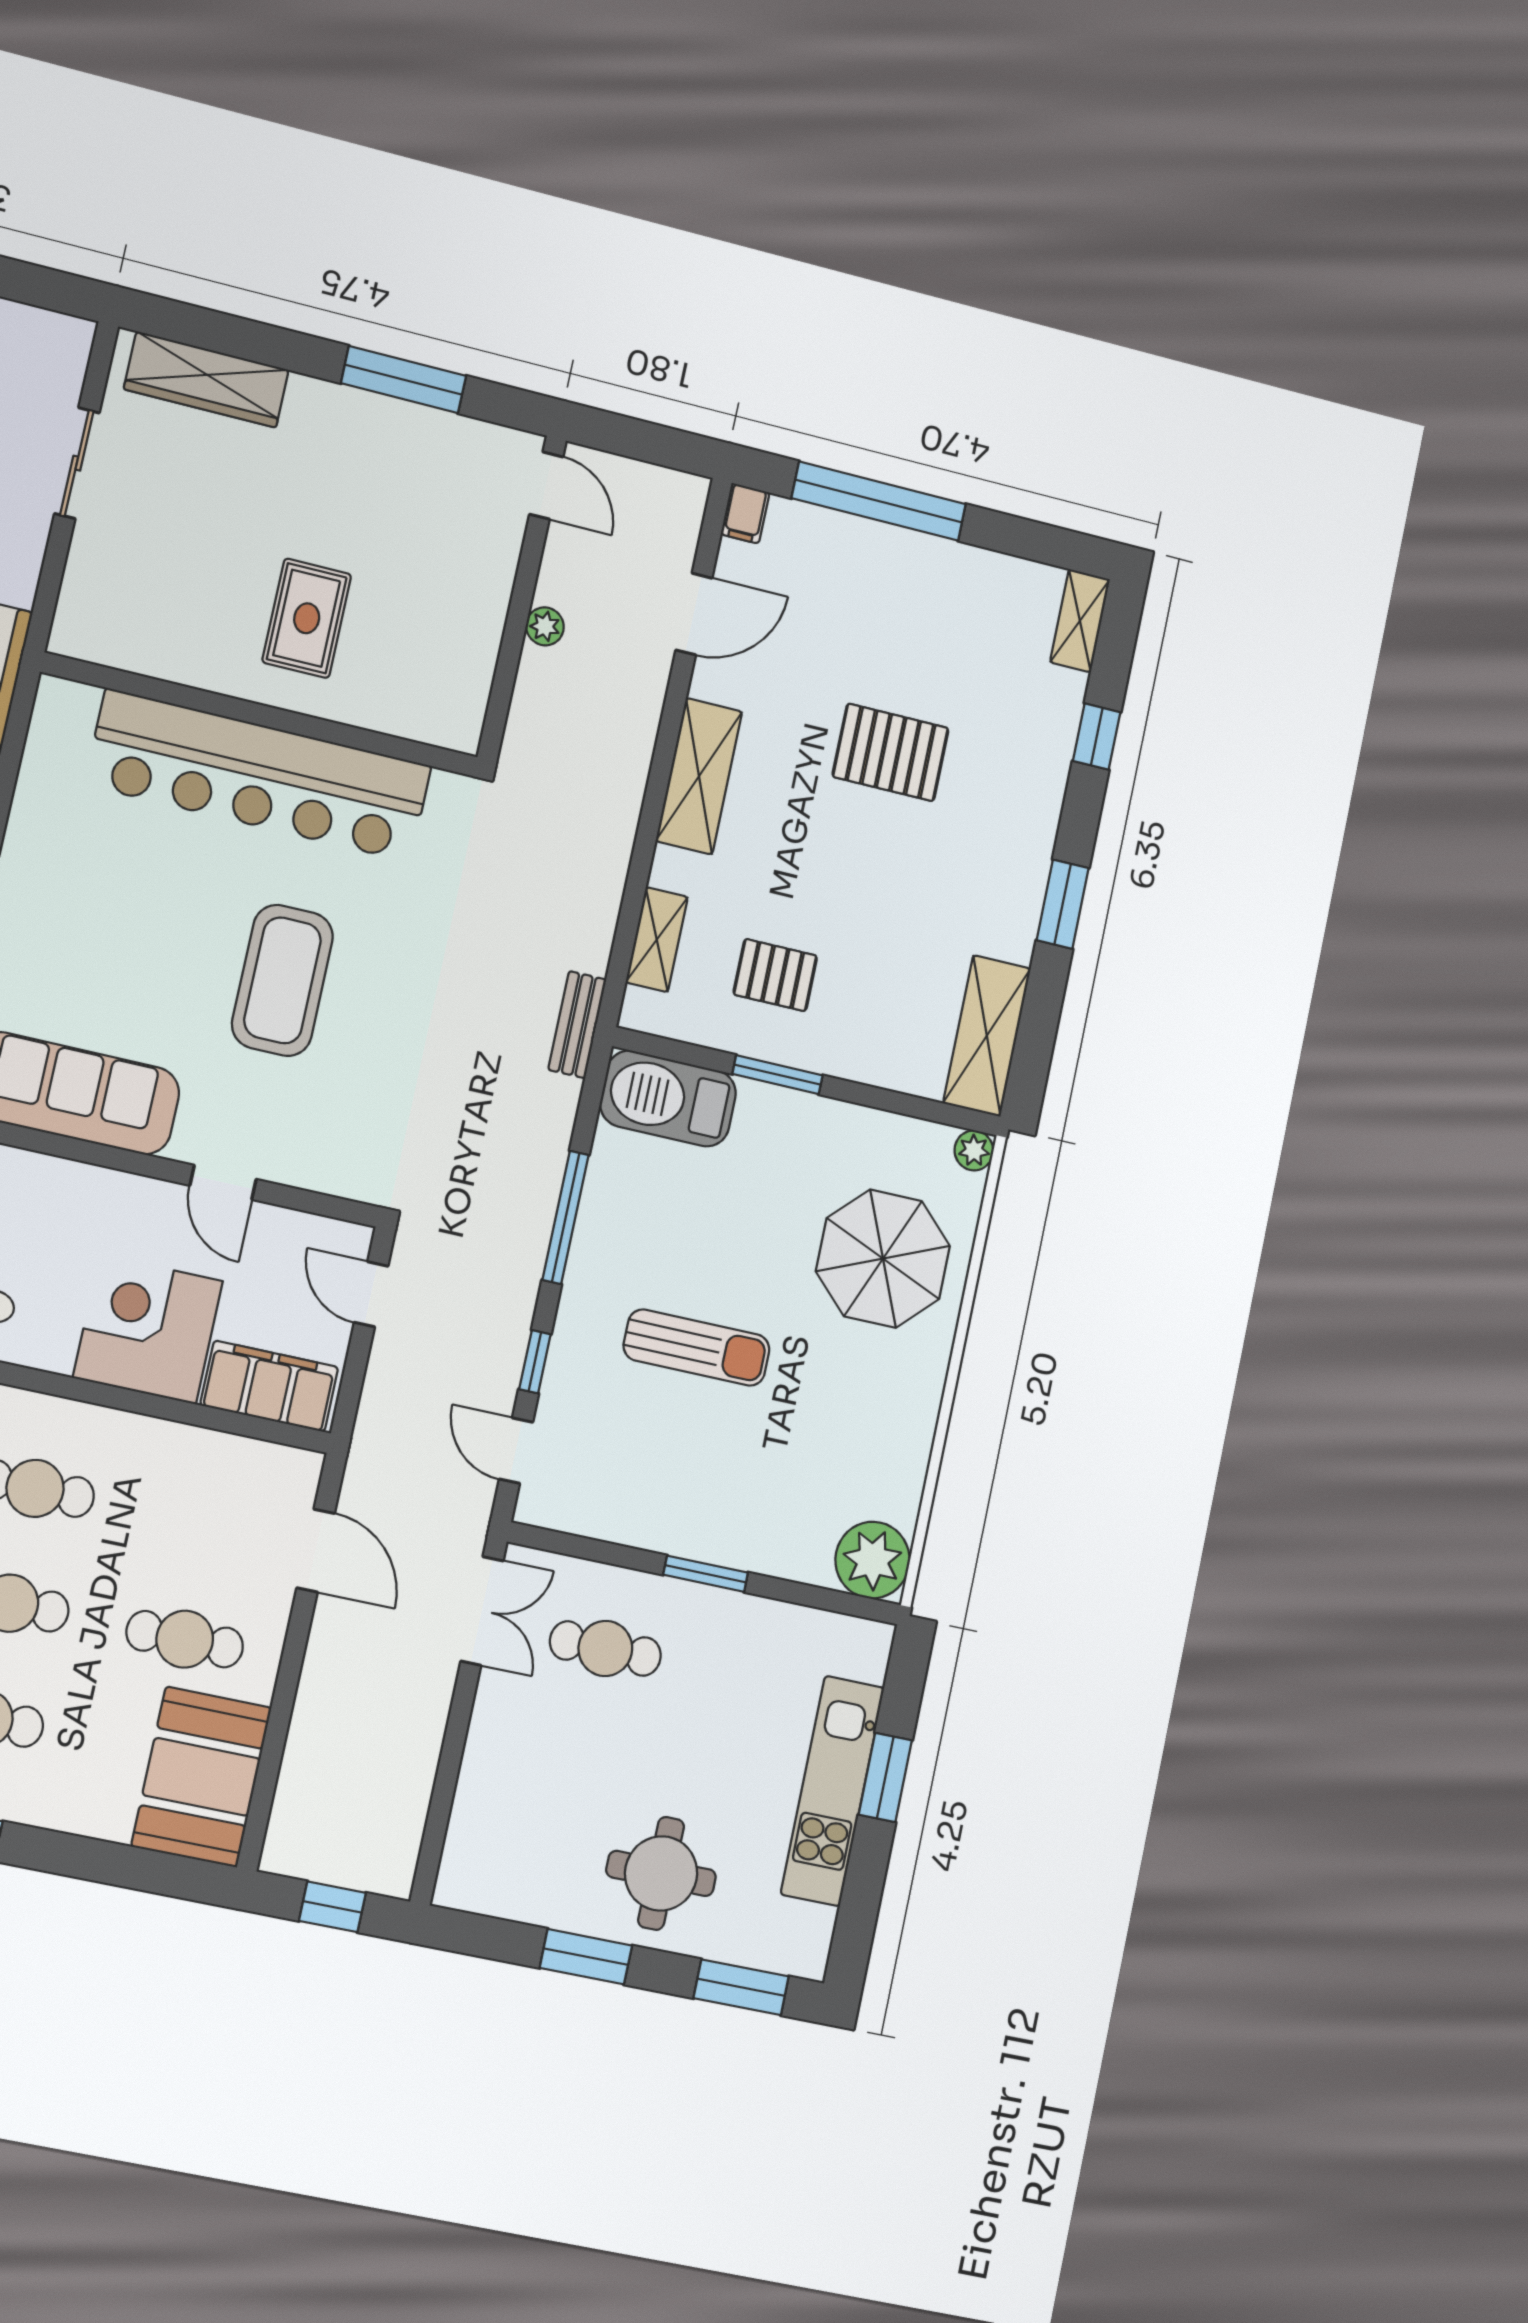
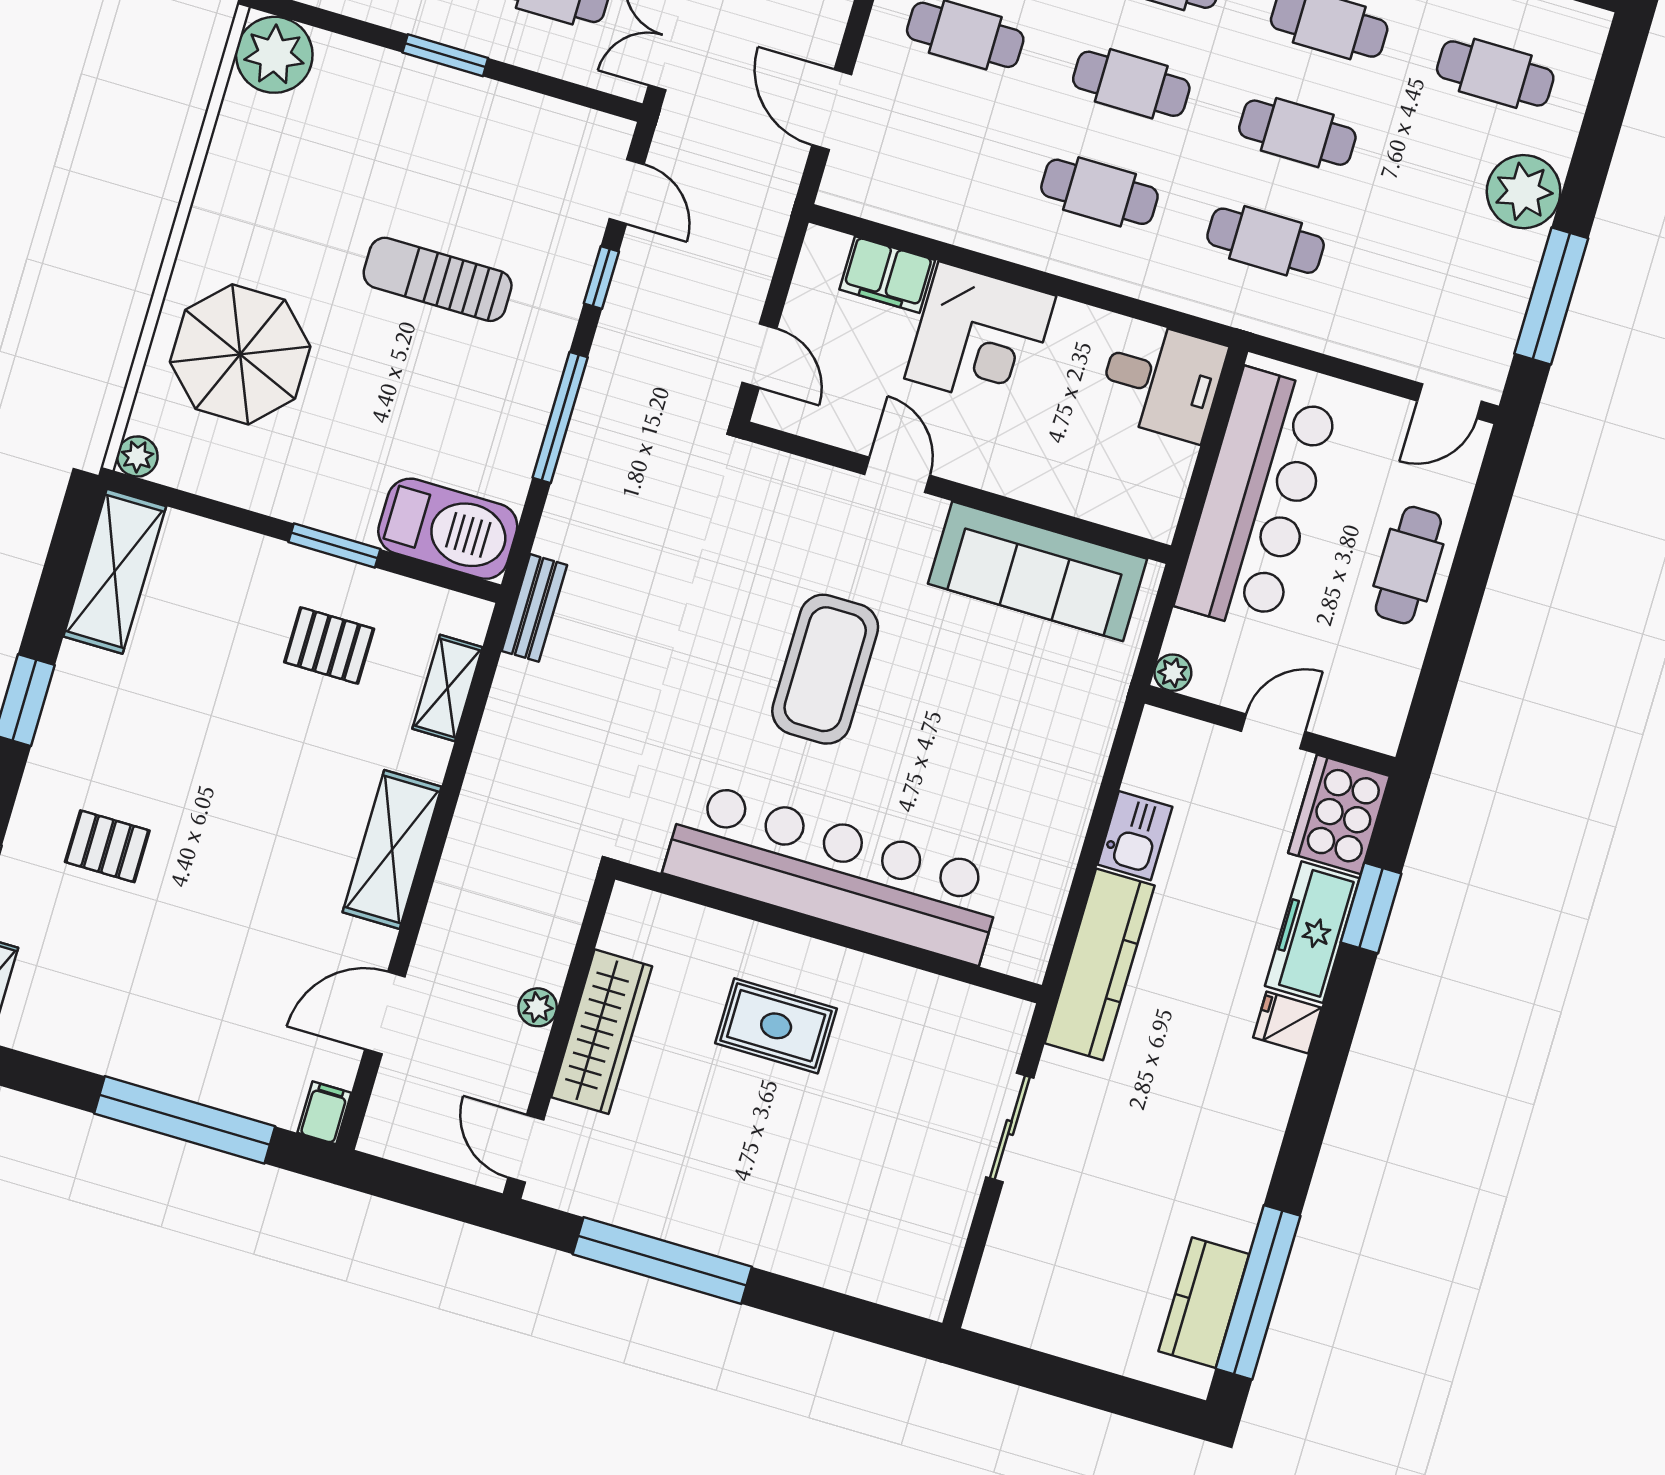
wardrobe: (206, 380) -> (602, 1032), moved, turned 90
window: (404, 380) -> (662, 1260), width x1.46
sliding door: (77, 463) -> (1010, 1128), moved
rug: (307, 618) -> (776, 1026), turned 90
pallet: (891, 752) -> (107, 846), moved, width x0.67, depth x0.71
filing cabinet: (269, 1386) -> (887, 275), width x0.67, depth x0.86

